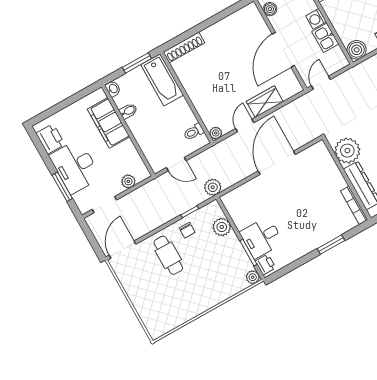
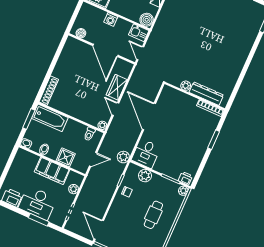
kitchen sink: (325, 38) -> (139, 33), moved
filing cabinet: (108, 123) -> (52, 171), moved
shower: (146, 138) -> (66, 157), added
plant: (347, 151) -> (186, 86), width x0.53, depth x0.53
desk: (262, 238) -> (146, 153), moved
cafe table: (168, 255) -> (153, 215), moved, turned 90

